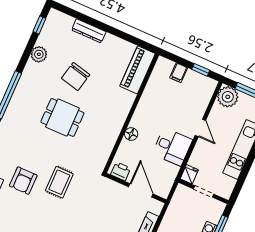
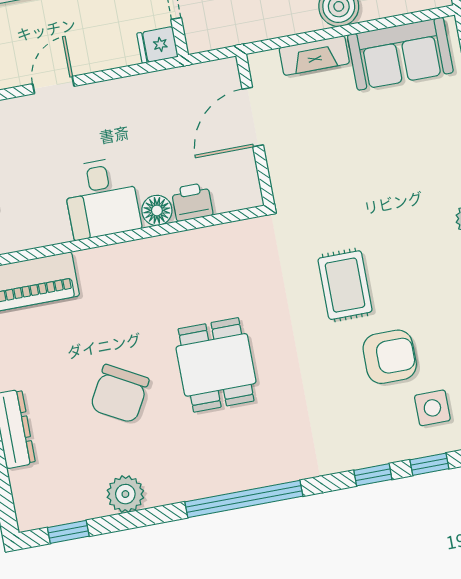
chair: (76, 76) -> (120, 394), turned 106
desk: (172, 147) -> (101, 198), moved, turned 180
printer: (121, 171) -> (192, 202), moved, turned 90
rug: (59, 182) -> (345, 285), turned 90

